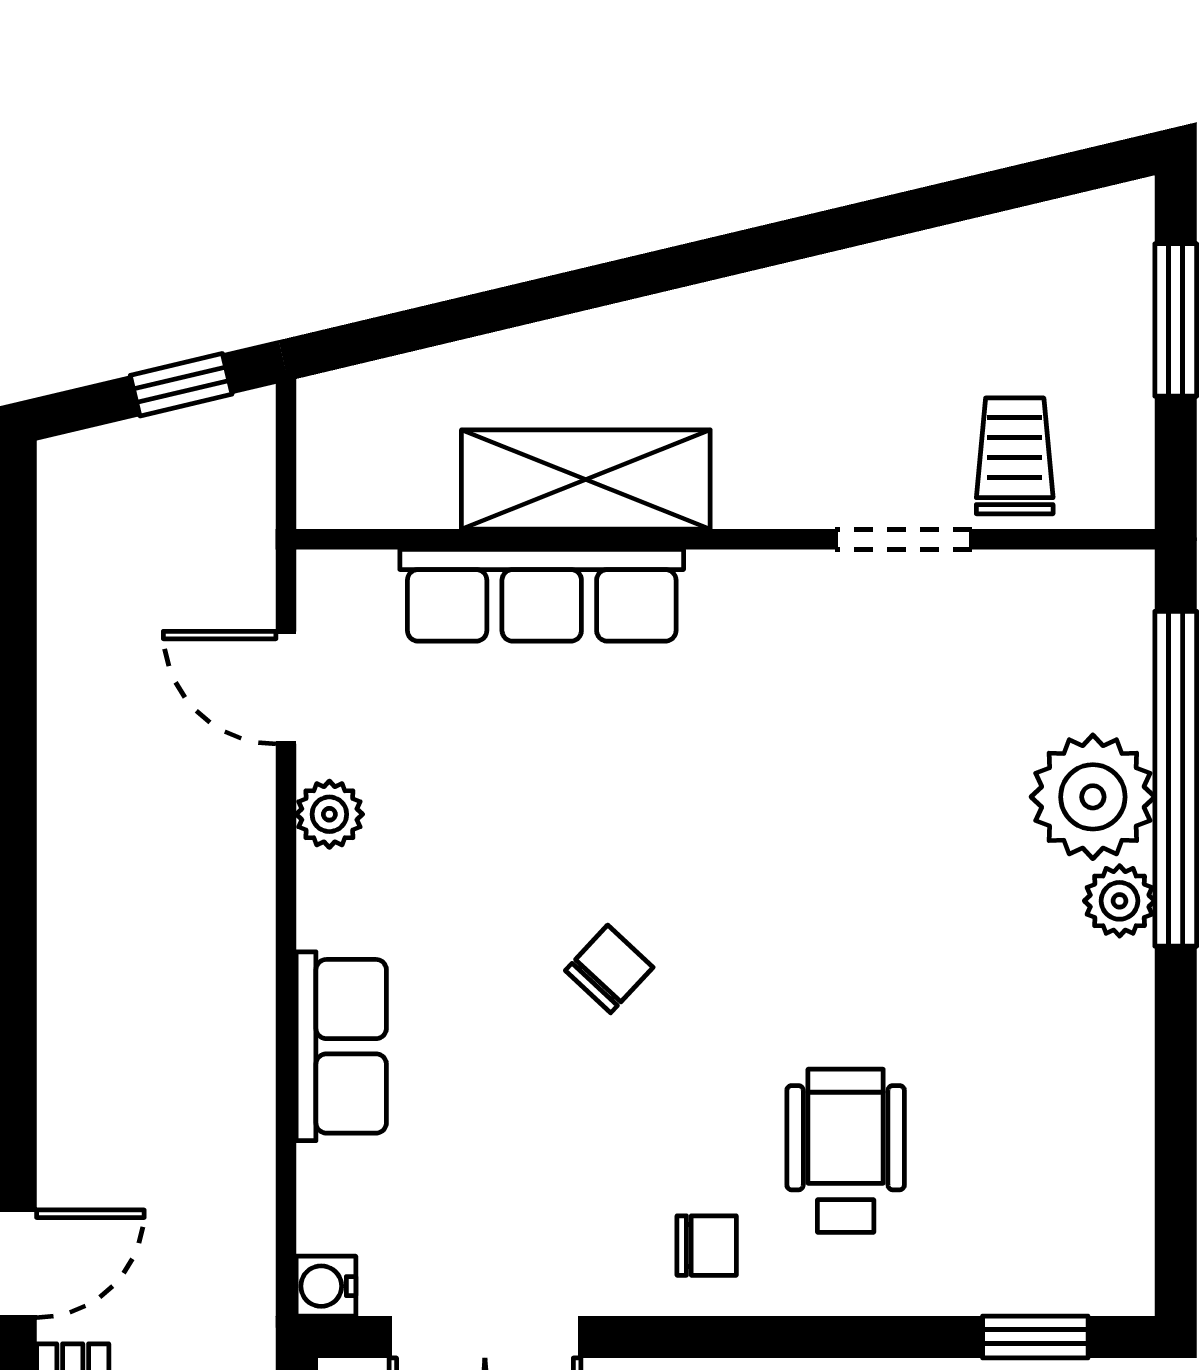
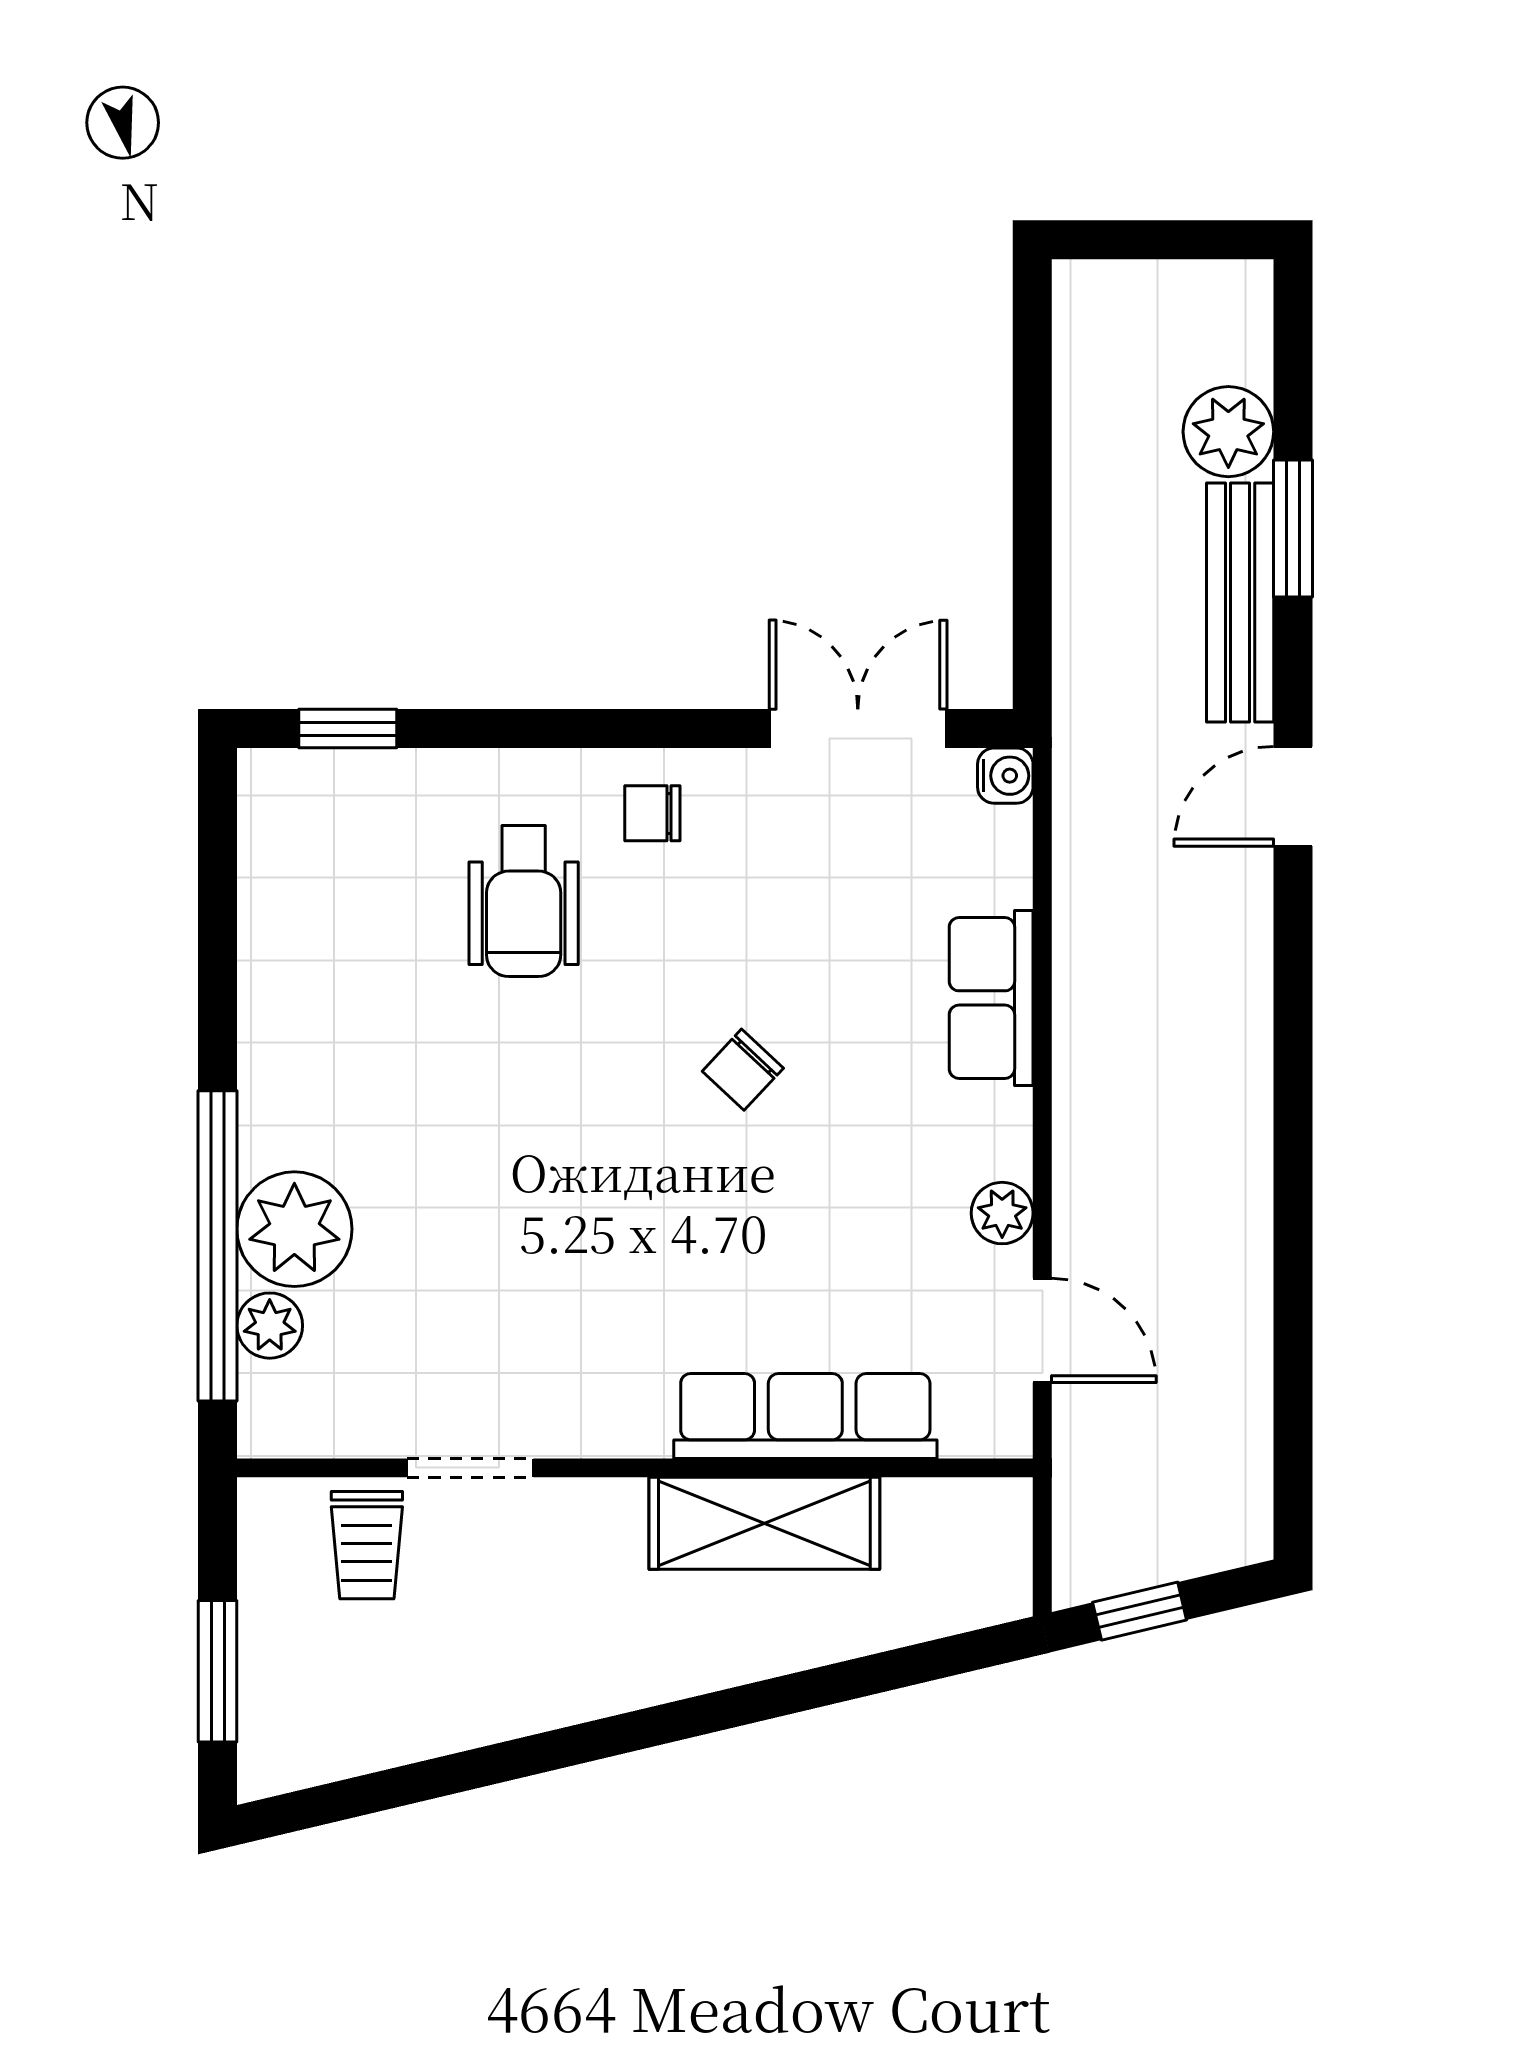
plant: (1120, 901) -> (270, 1326), moved

